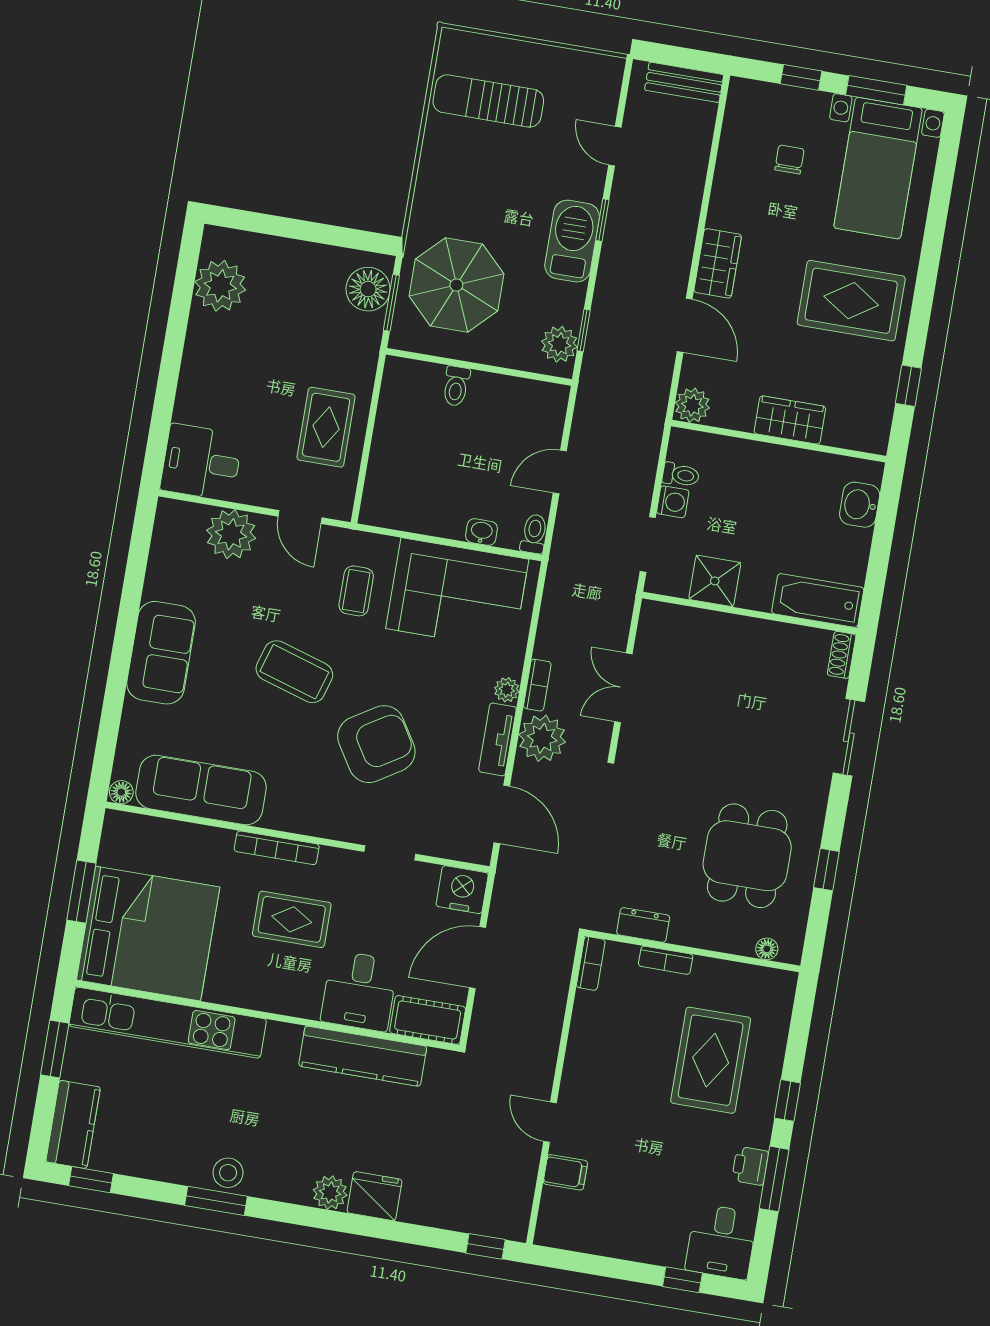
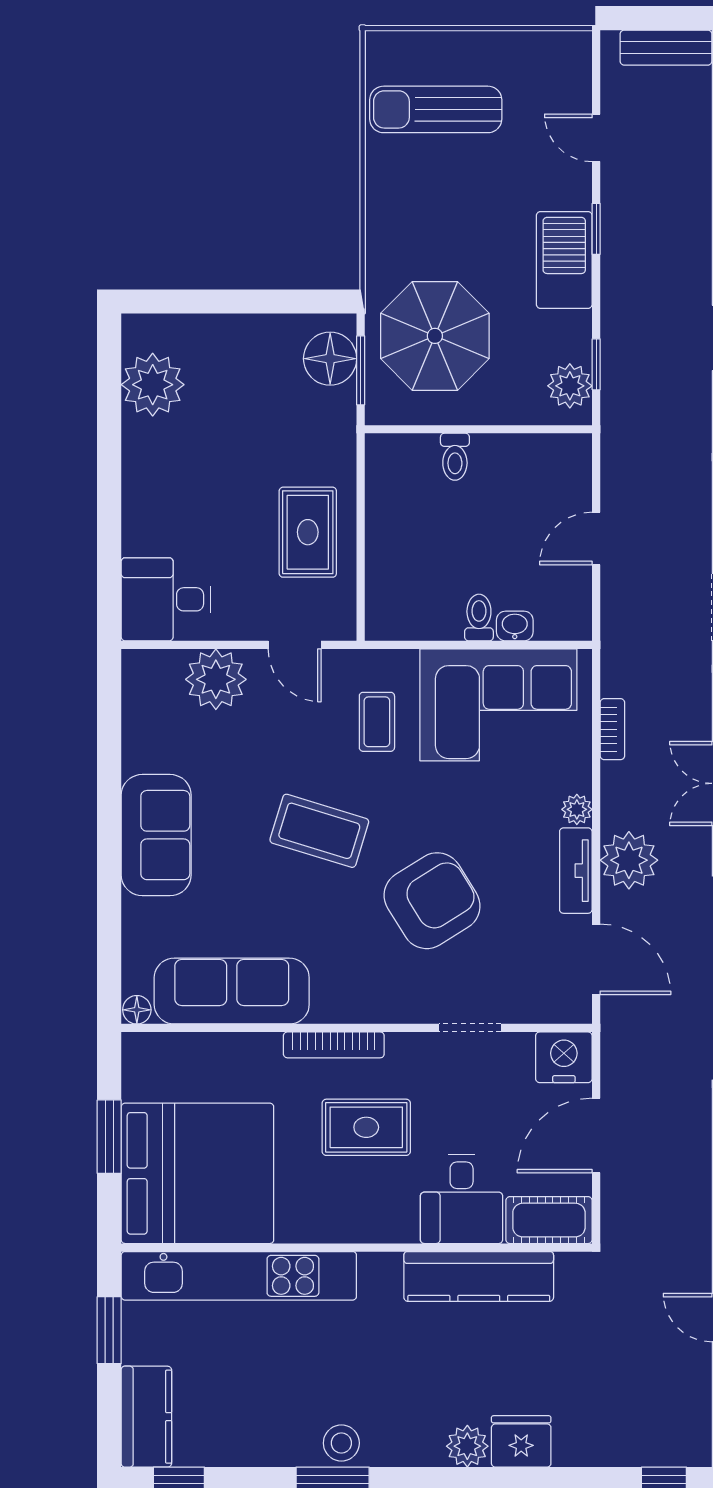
toilet: (534, 534) -> (479, 618), moved
bookcase: (537, 685) -> (612, 729), moved

